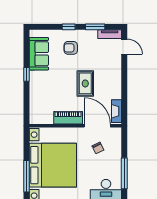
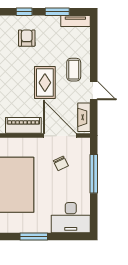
door: (124, 47) -> (94, 90), moved
armchair: (71, 48) -> (27, 38), turned 90
coffee table: (108, 73) -> (74, 70), added
window: (124, 173) -> (94, 174), moved

